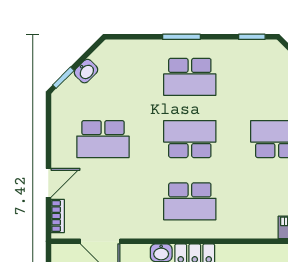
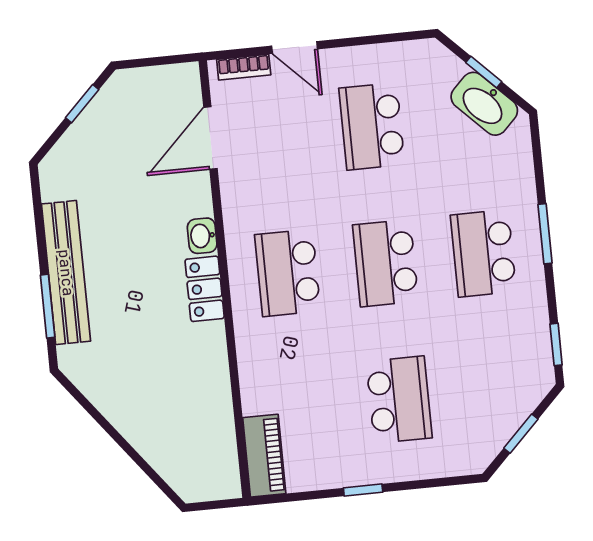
washbasin: (86, 71) -> (484, 104), width x1.91, depth x1.45
window: (63, 78) -> (484, 72), moved
school desk: (190, 139) -> (385, 263), turned 180

